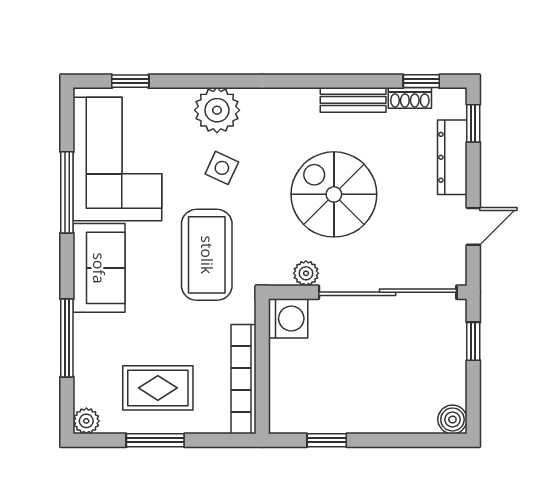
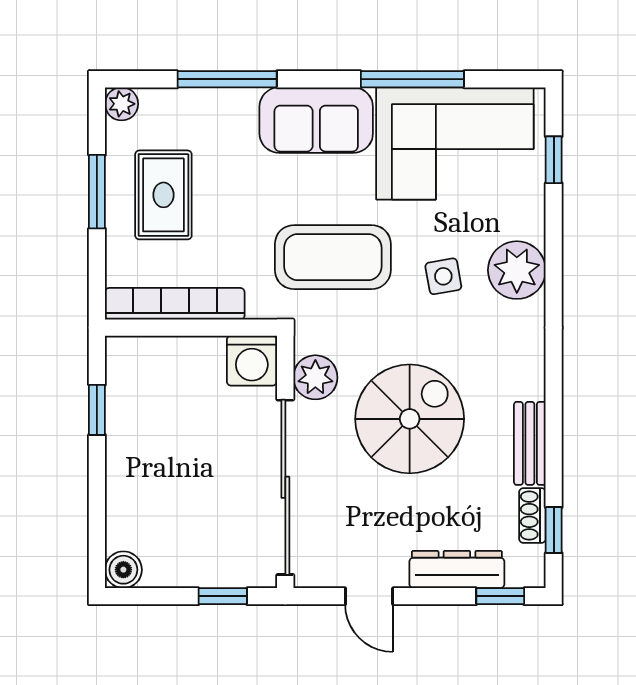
side table: (222, 168) -> (443, 276), turned -35
plant: (306, 273) -> (315, 377), width x1.38, depth x1.38

